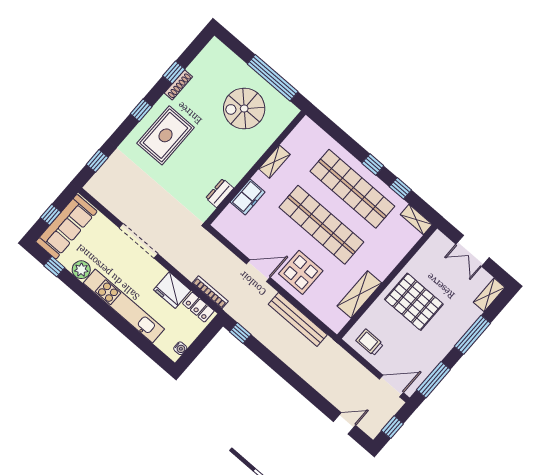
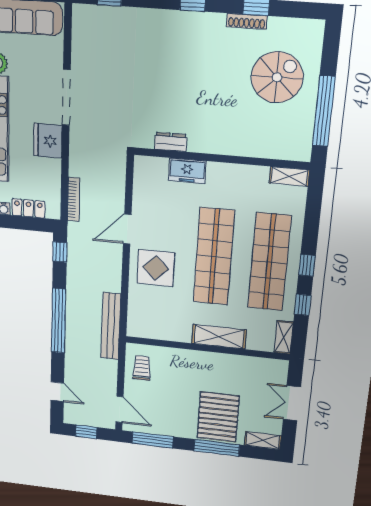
spiral stairs: (244, 109) -> (277, 77), moved, turned 90
rug: (166, 135) -> (186, 47), removed
shelving: (274, 162) -> (289, 176), moved
door: (258, 271) -> (127, 229), swing flipped
fridge: (172, 290) -> (48, 141), moved
shelving: (359, 294) -> (219, 337), moved
pallet: (414, 302) -> (218, 417), moved
locker: (198, 307) -> (28, 208), moved, turned 90
bench: (298, 320) -> (111, 326), moved
window: (290, 376) -> (59, 321), added

